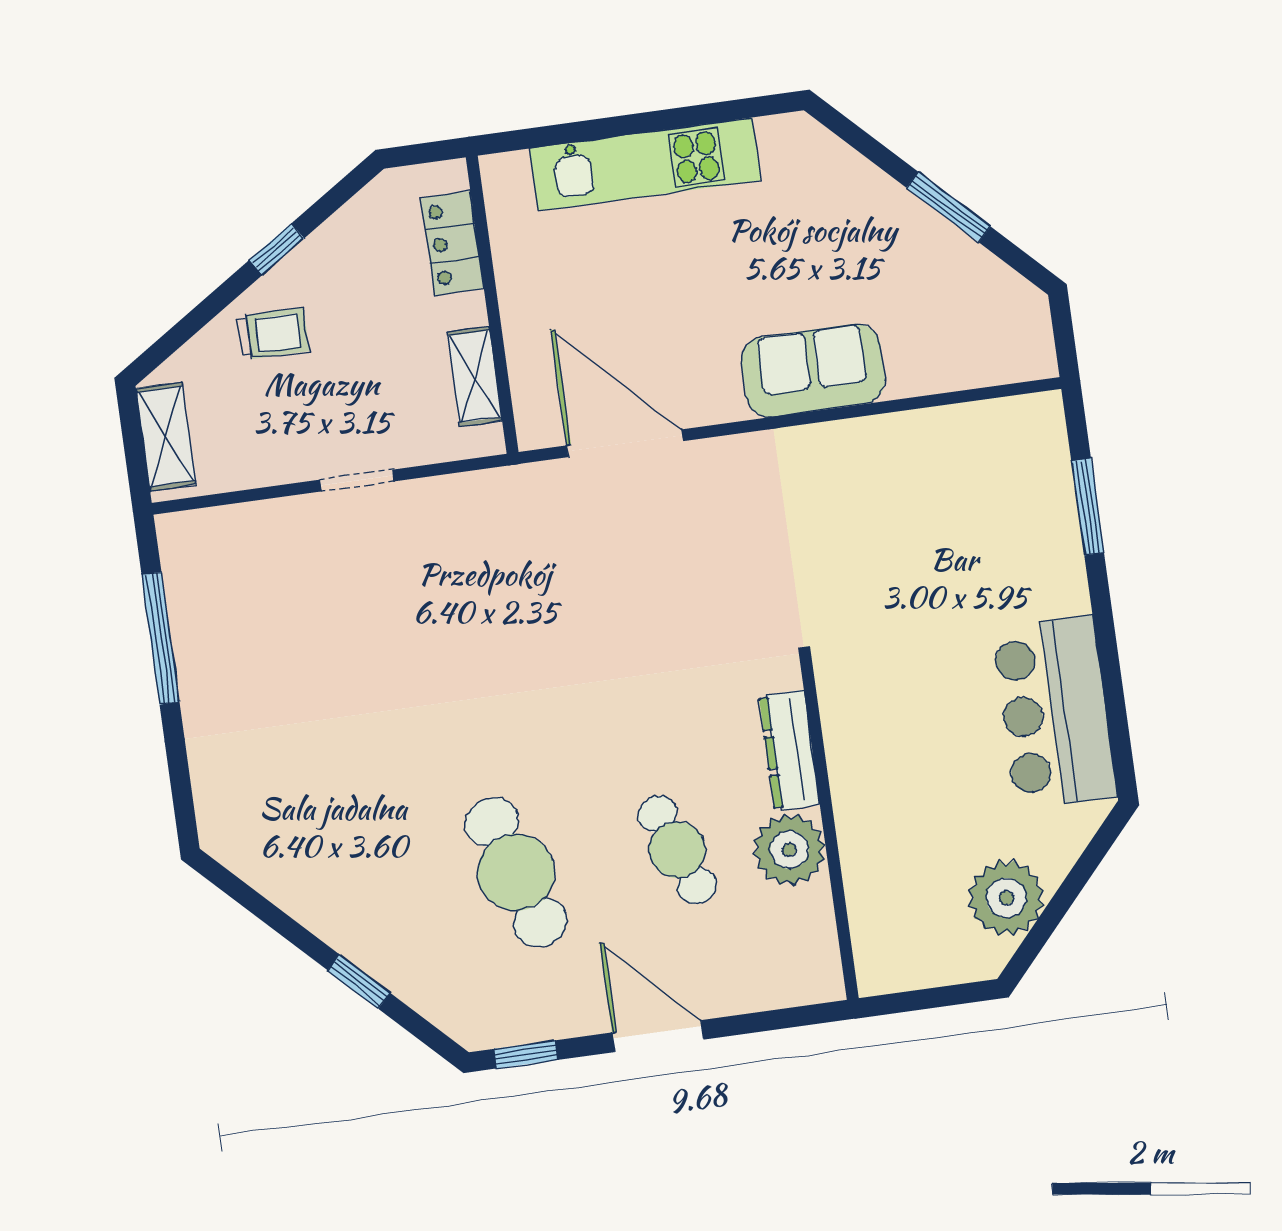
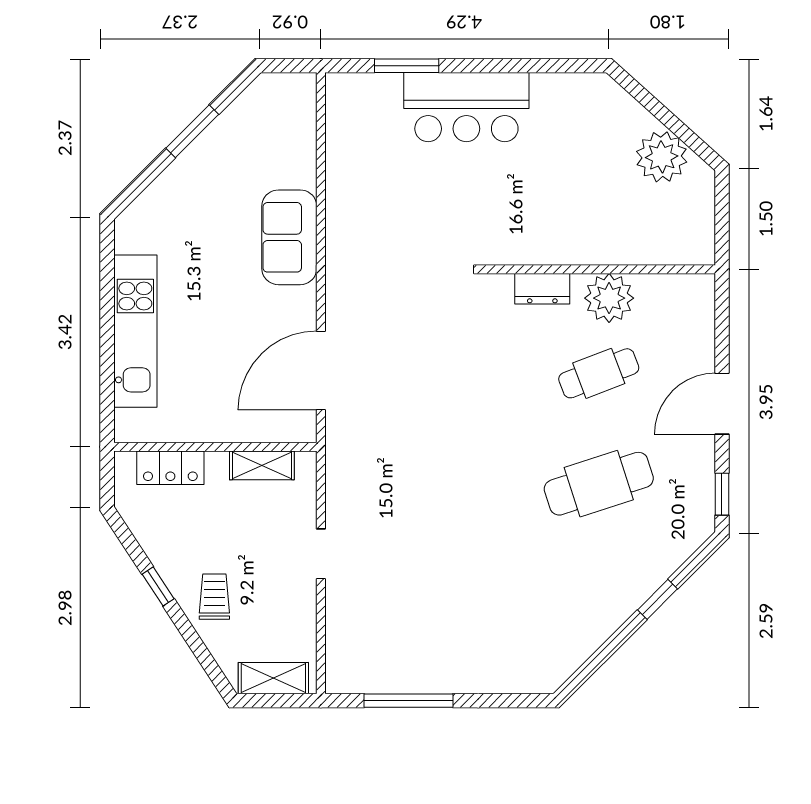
bar counter: (1055, 712) -> (466, 107), moved
dresser: (789, 750) -> (542, 289), width x0.70

